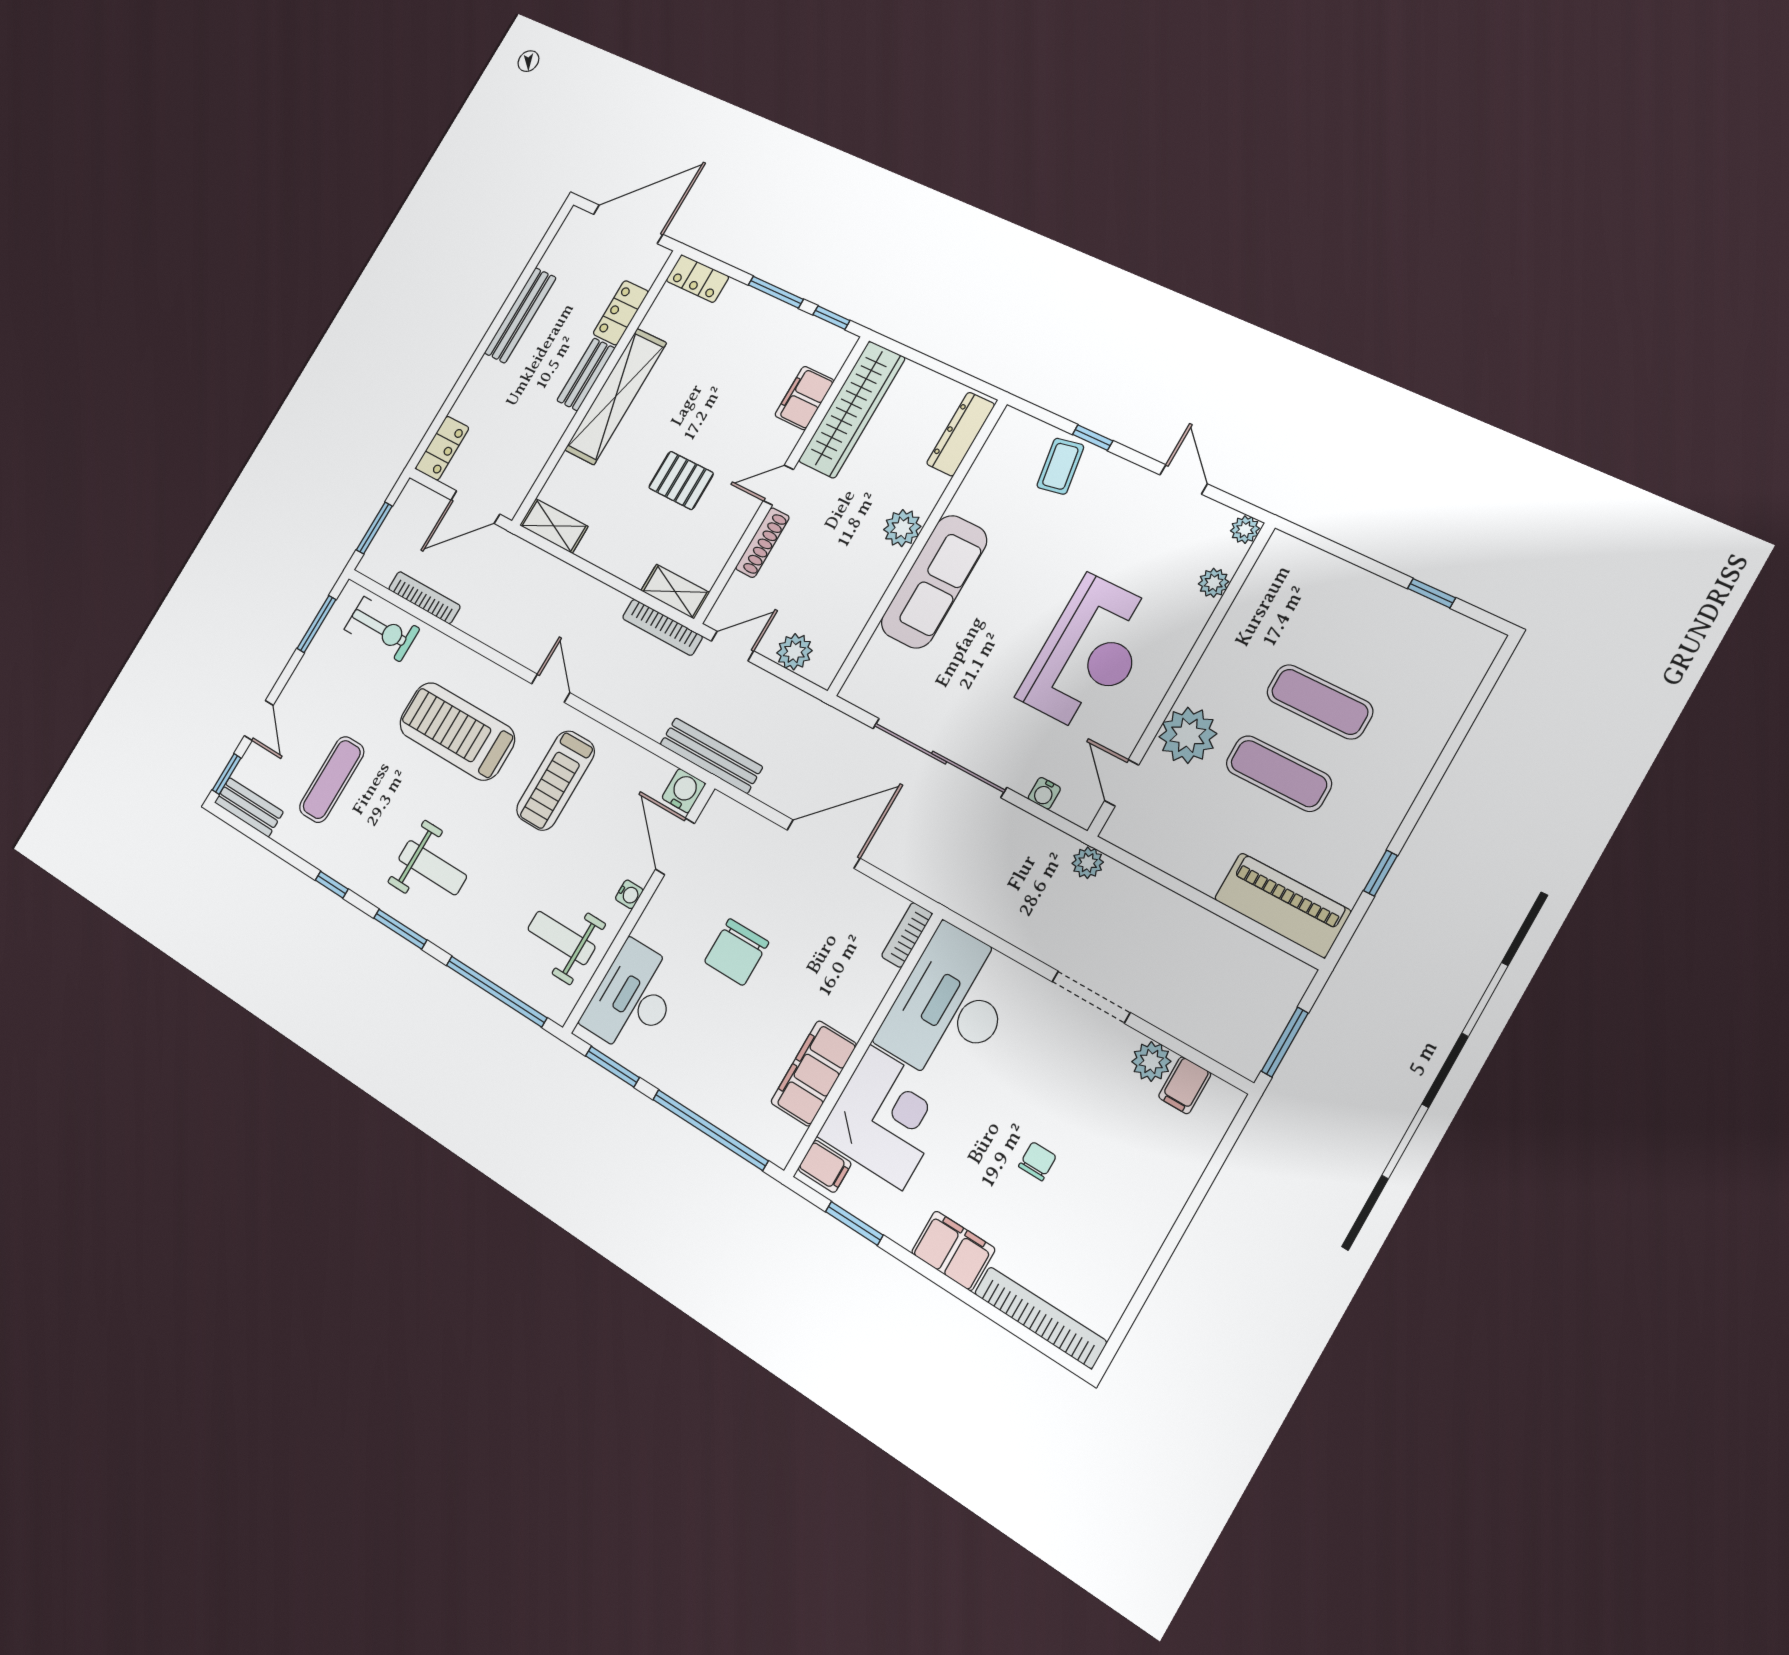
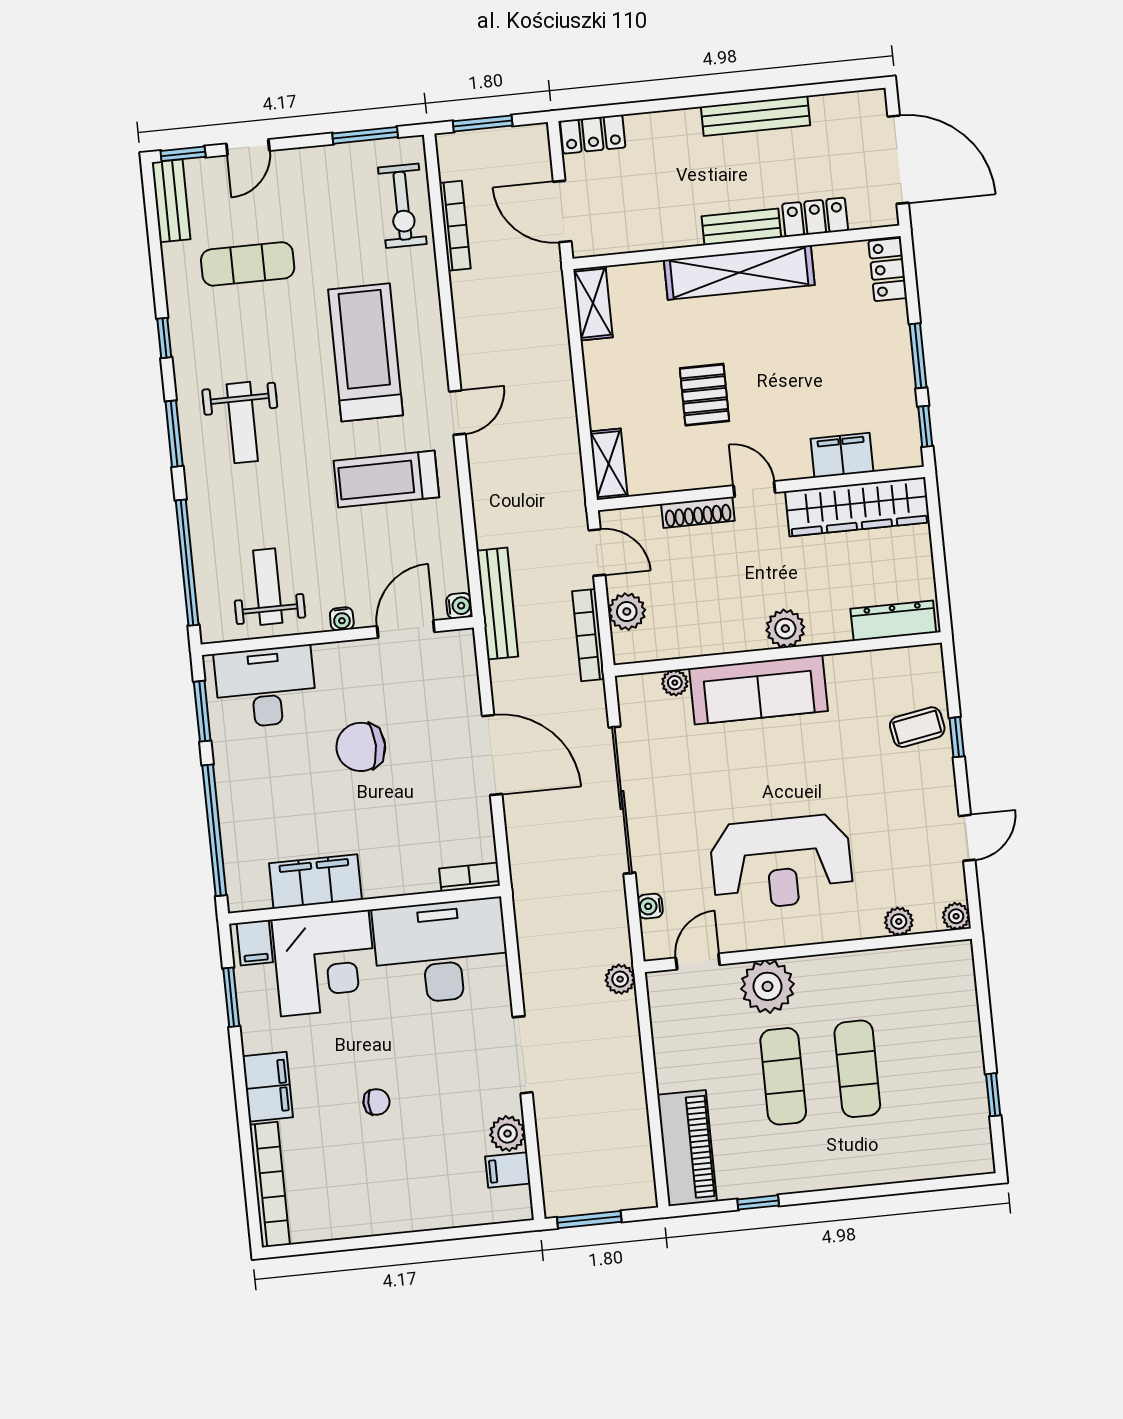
bookcase: (662, 627) -> (588, 635), moved
plant: (878, 649) -> (675, 683), added
water cooler: (684, 791) -> (459, 606), width x0.72, depth x0.72

